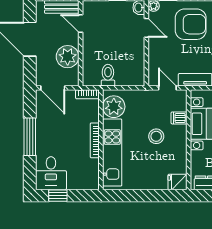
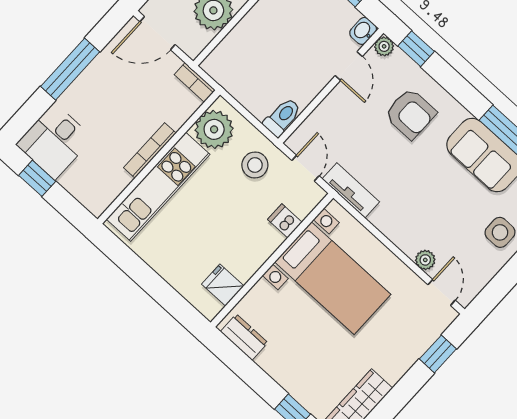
armchair: (191, 24) -> (410, 114), width x0.73, depth x0.73
toilet: (108, 75) -> (282, 117), moved
door: (53, 88) -> (158, 33), hinge flipped
stool: (156, 136) -> (255, 165), moved
fridge: (178, 182) -> (223, 285), moved

